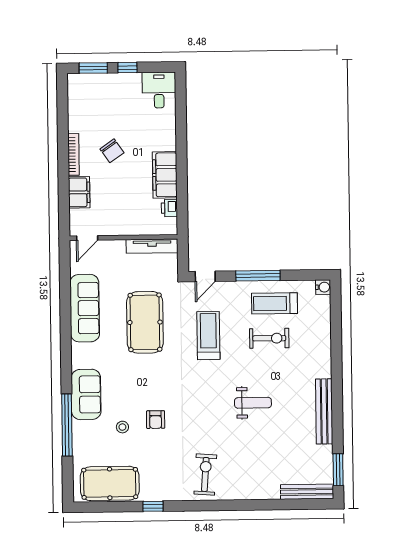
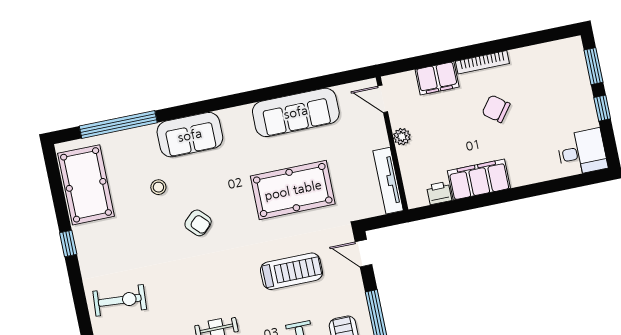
chair: (112, 151) -> (496, 109), turned 72
plant: (120, 229) -> (402, 137), added
armchair: (156, 420) -> (198, 223), moved, turned -134
window: (67, 425) -> (118, 124), moved

